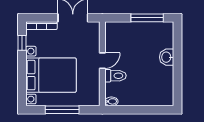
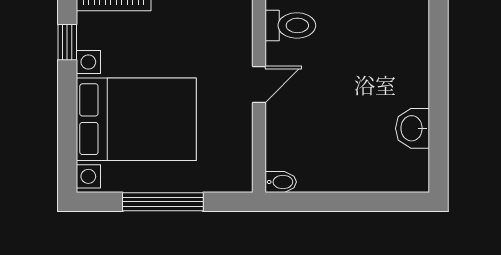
washbasin: (167, 57) -> (413, 128), moved
toilet: (115, 76) -> (290, 25), moved

